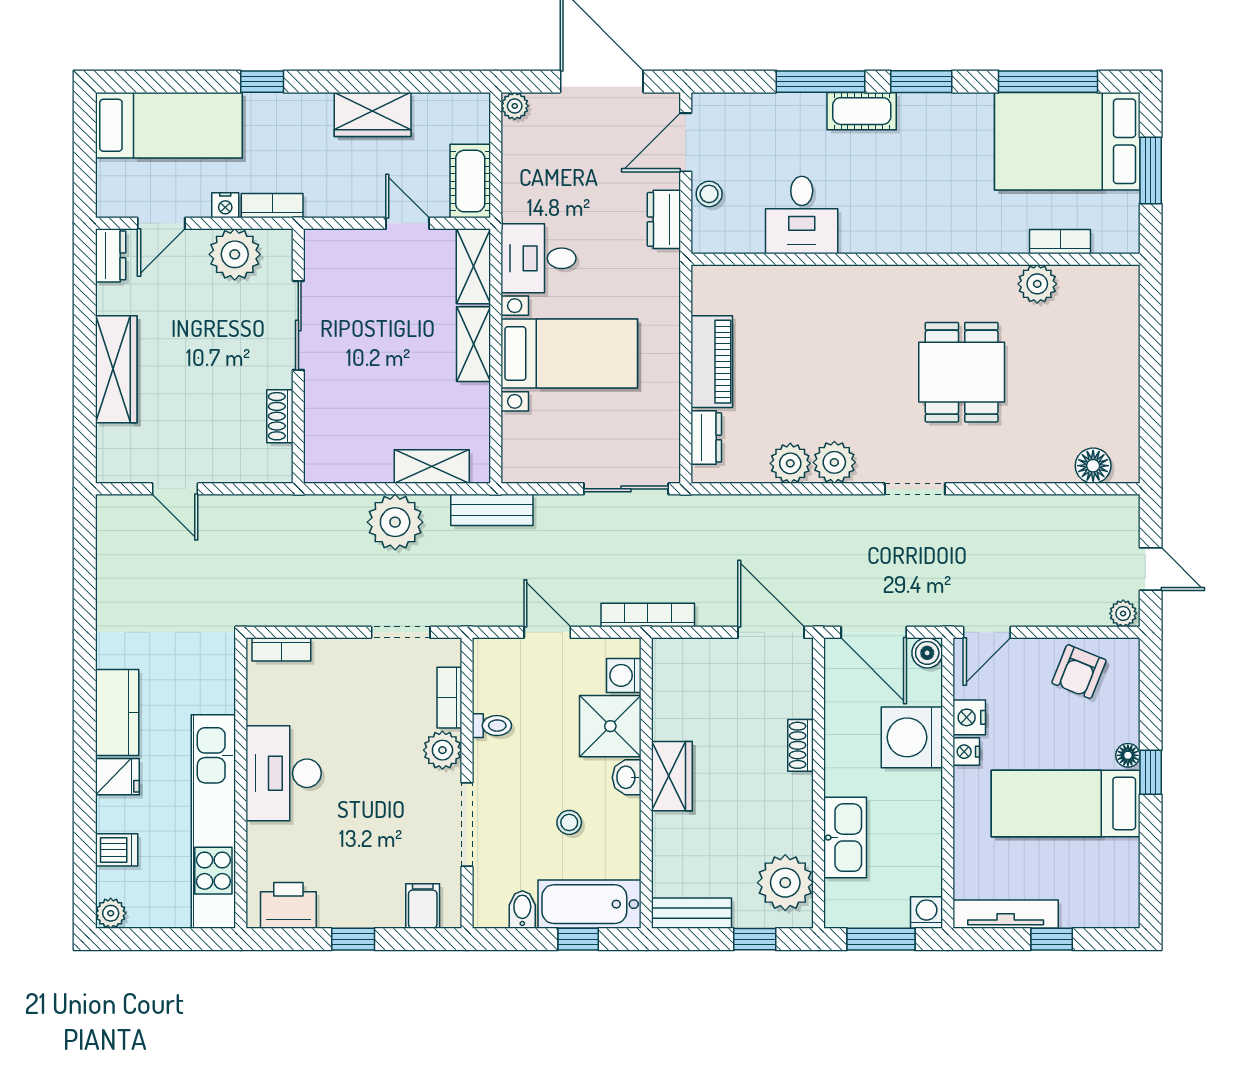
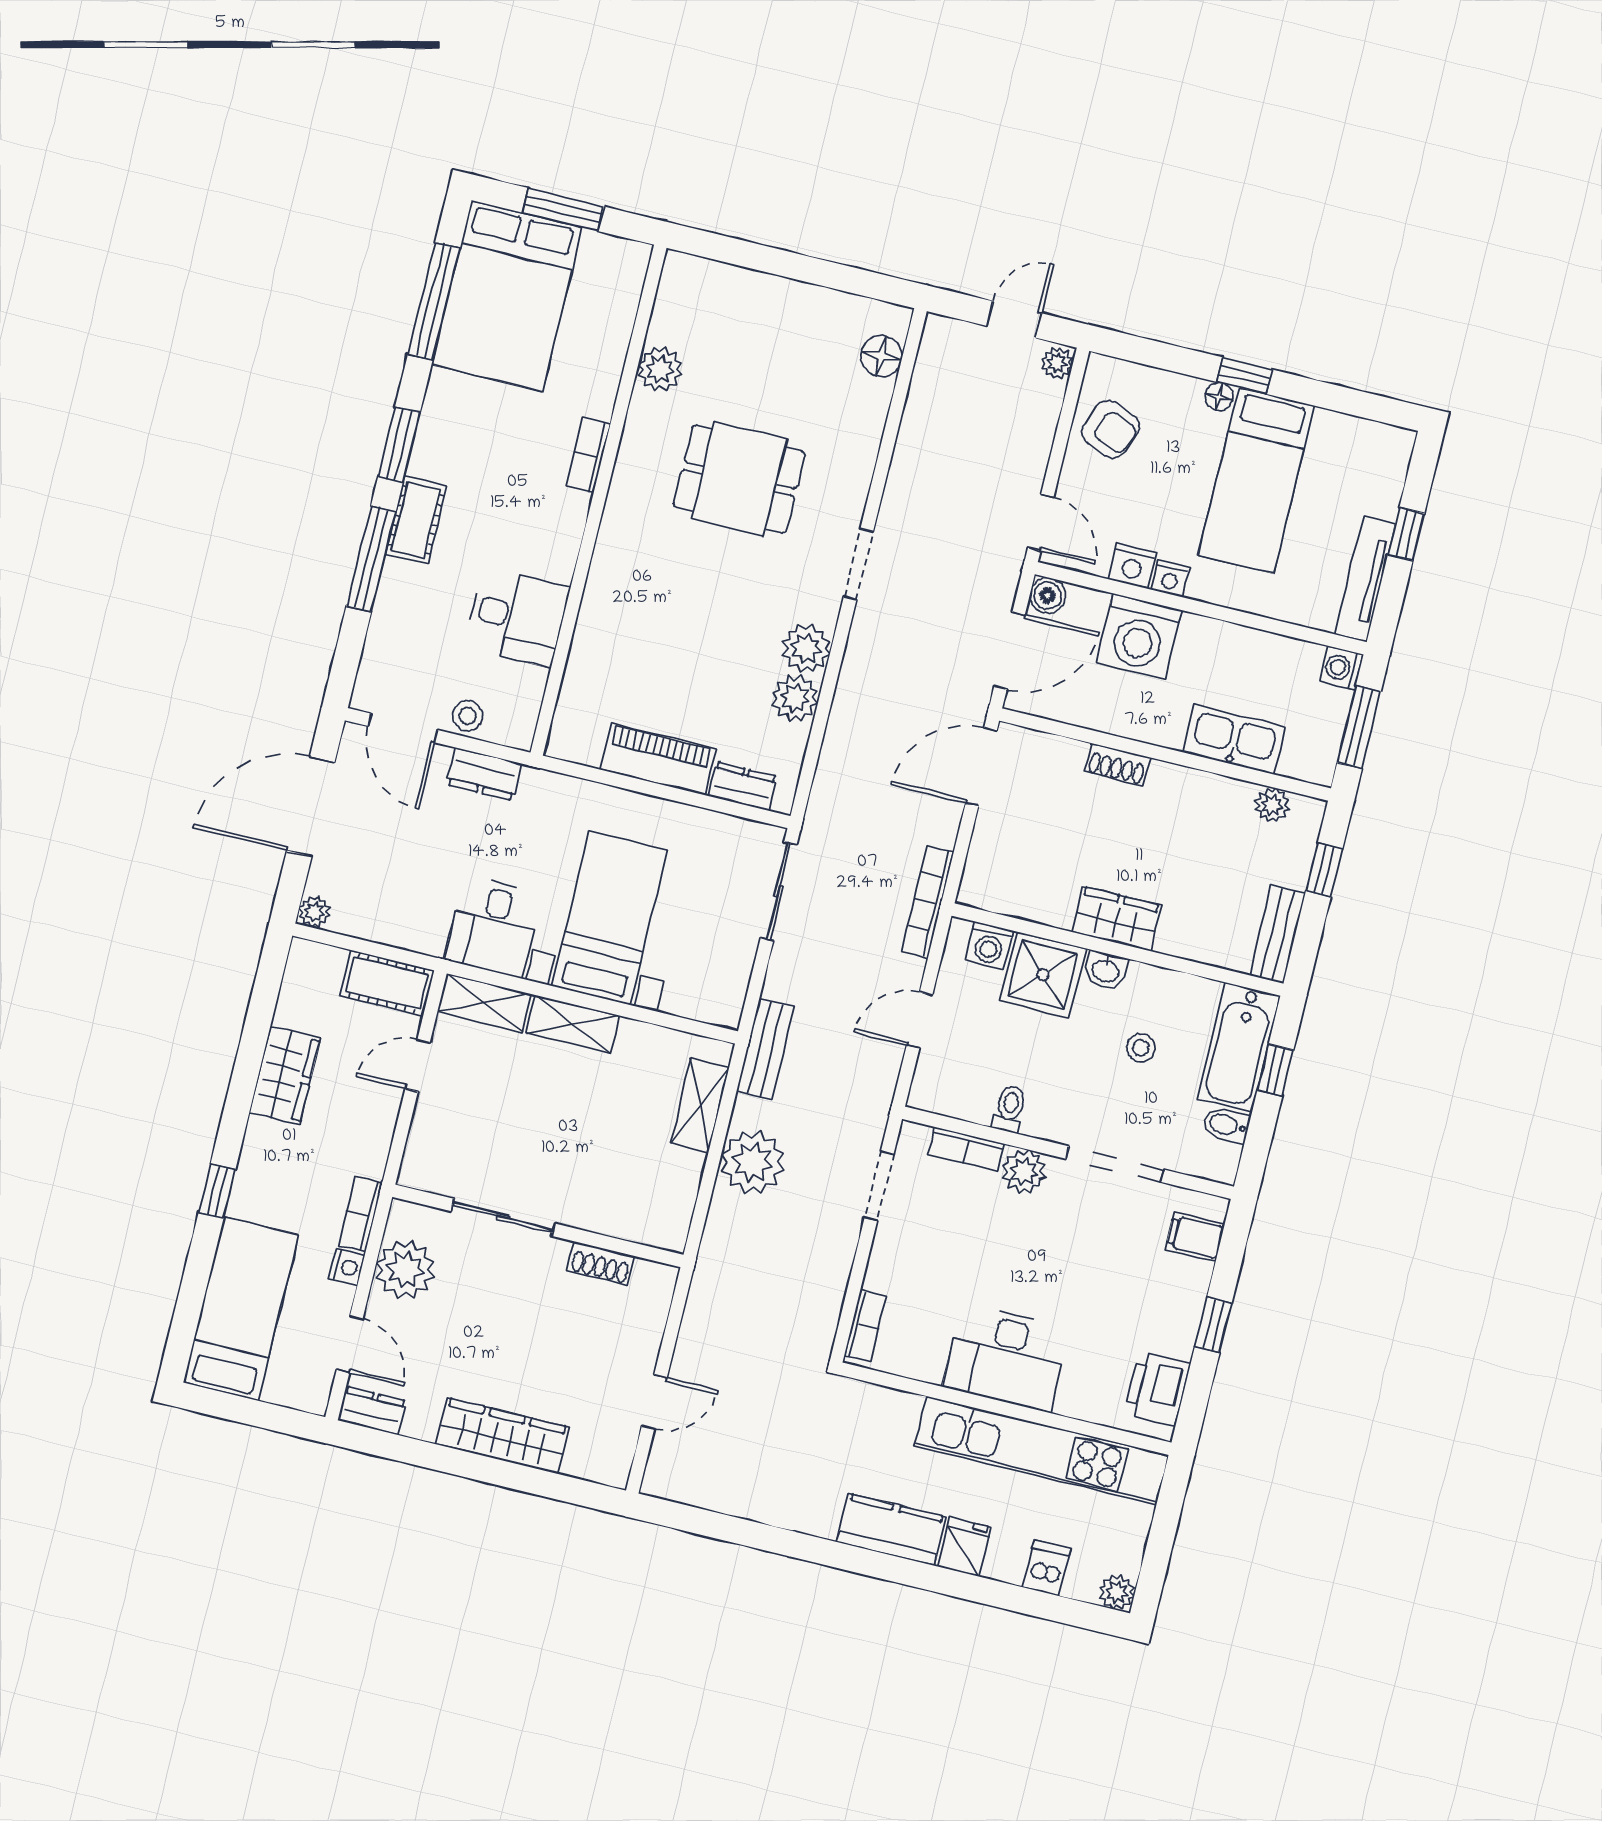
bookcase: (1060, 242) -> (588, 455), moved
plant: (785, 883) -> (1272, 805), width x0.53, depth x0.53

